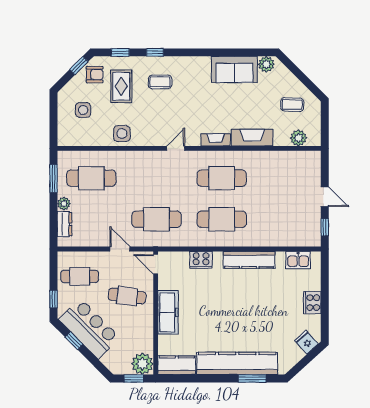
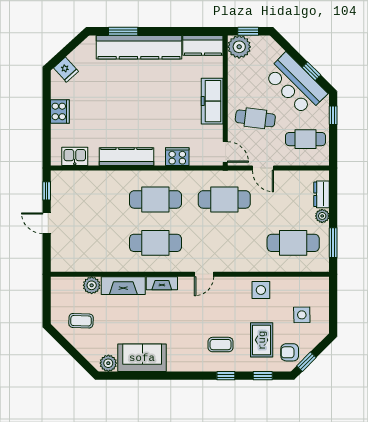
plant: (298, 138) -> (92, 285), moved

